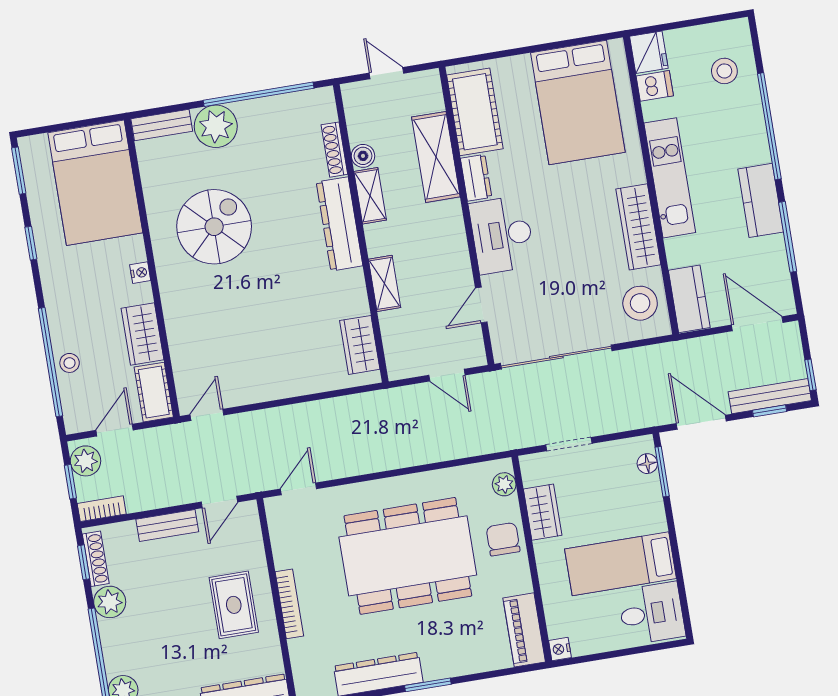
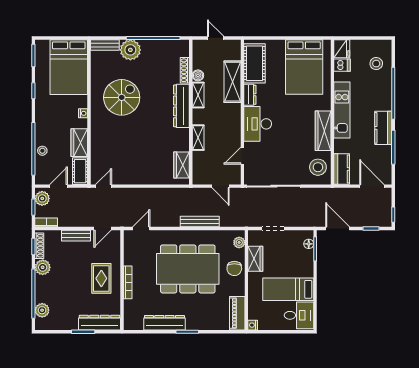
bench: (770, 396) -> (200, 221), moved
chair: (503, 539) -> (234, 268), turned 180

